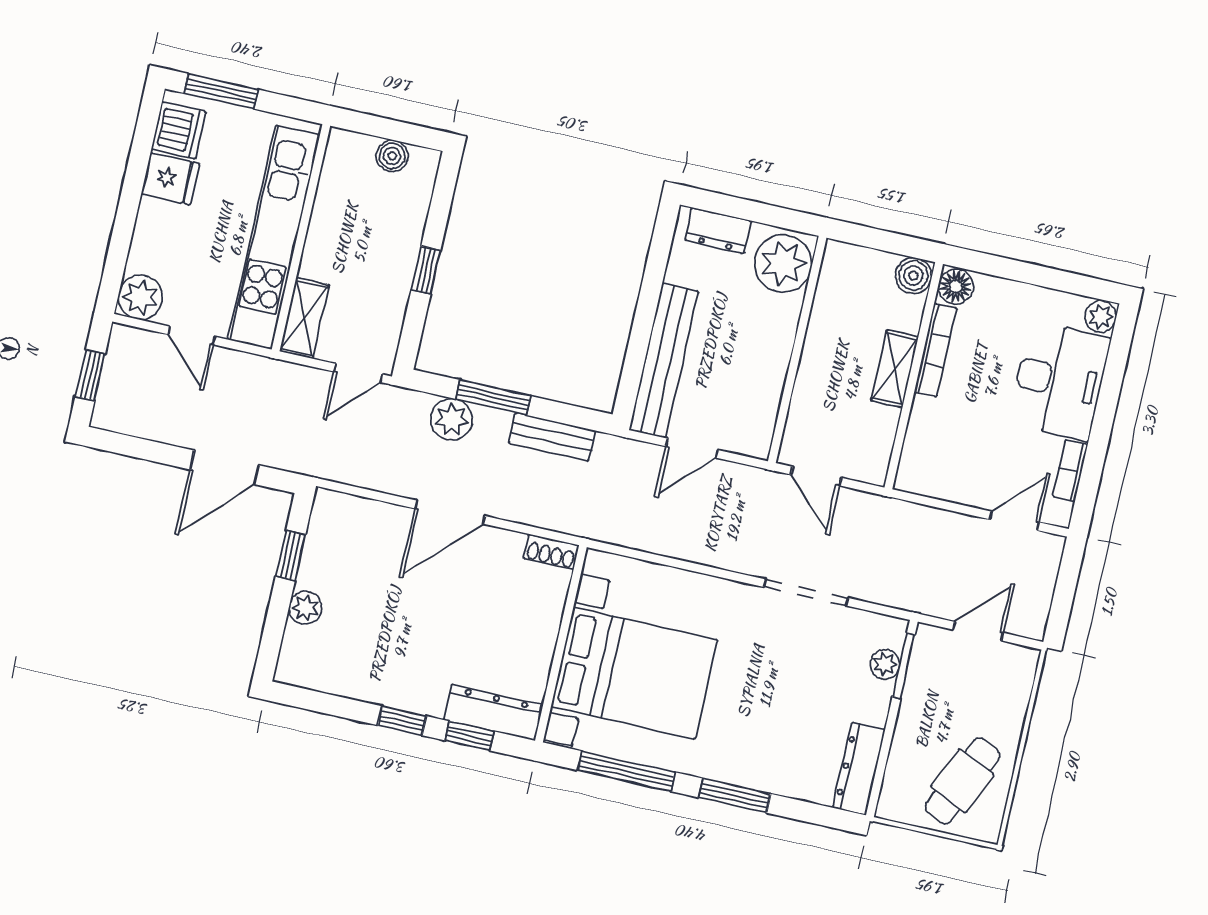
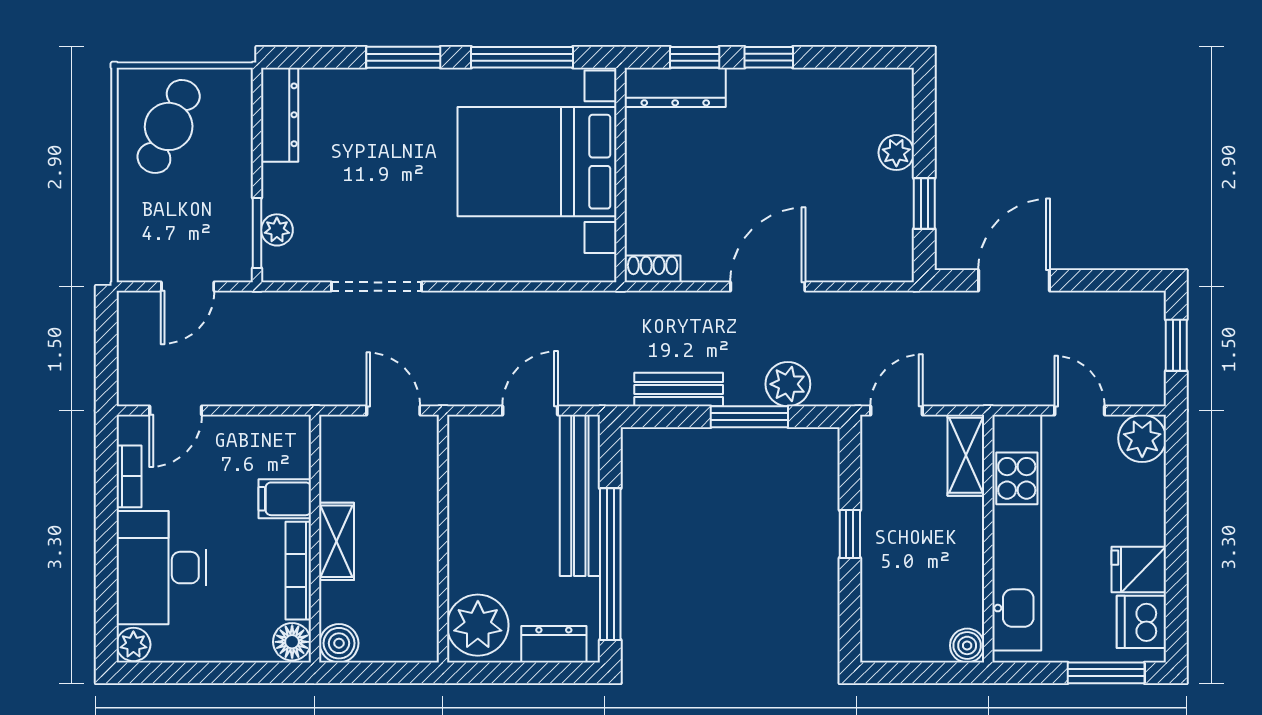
boiler: (392, 156) -> (967, 645), moved
window: (650, 292) -> (610, 564), added
filing cabinet: (933, 418) -> (285, 499), added

